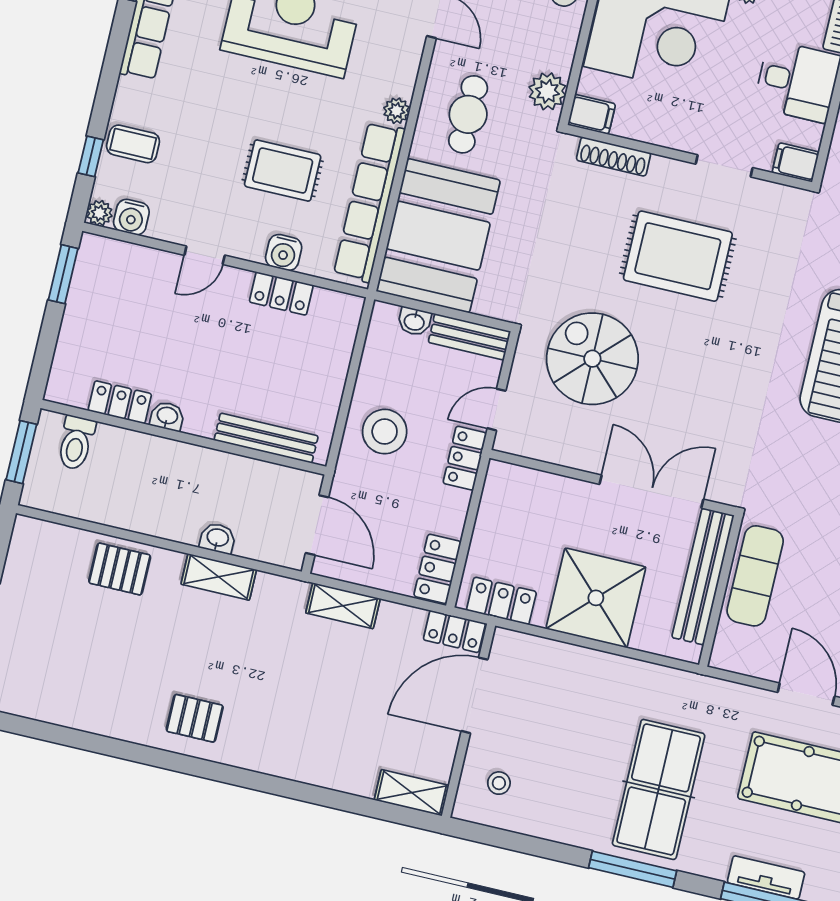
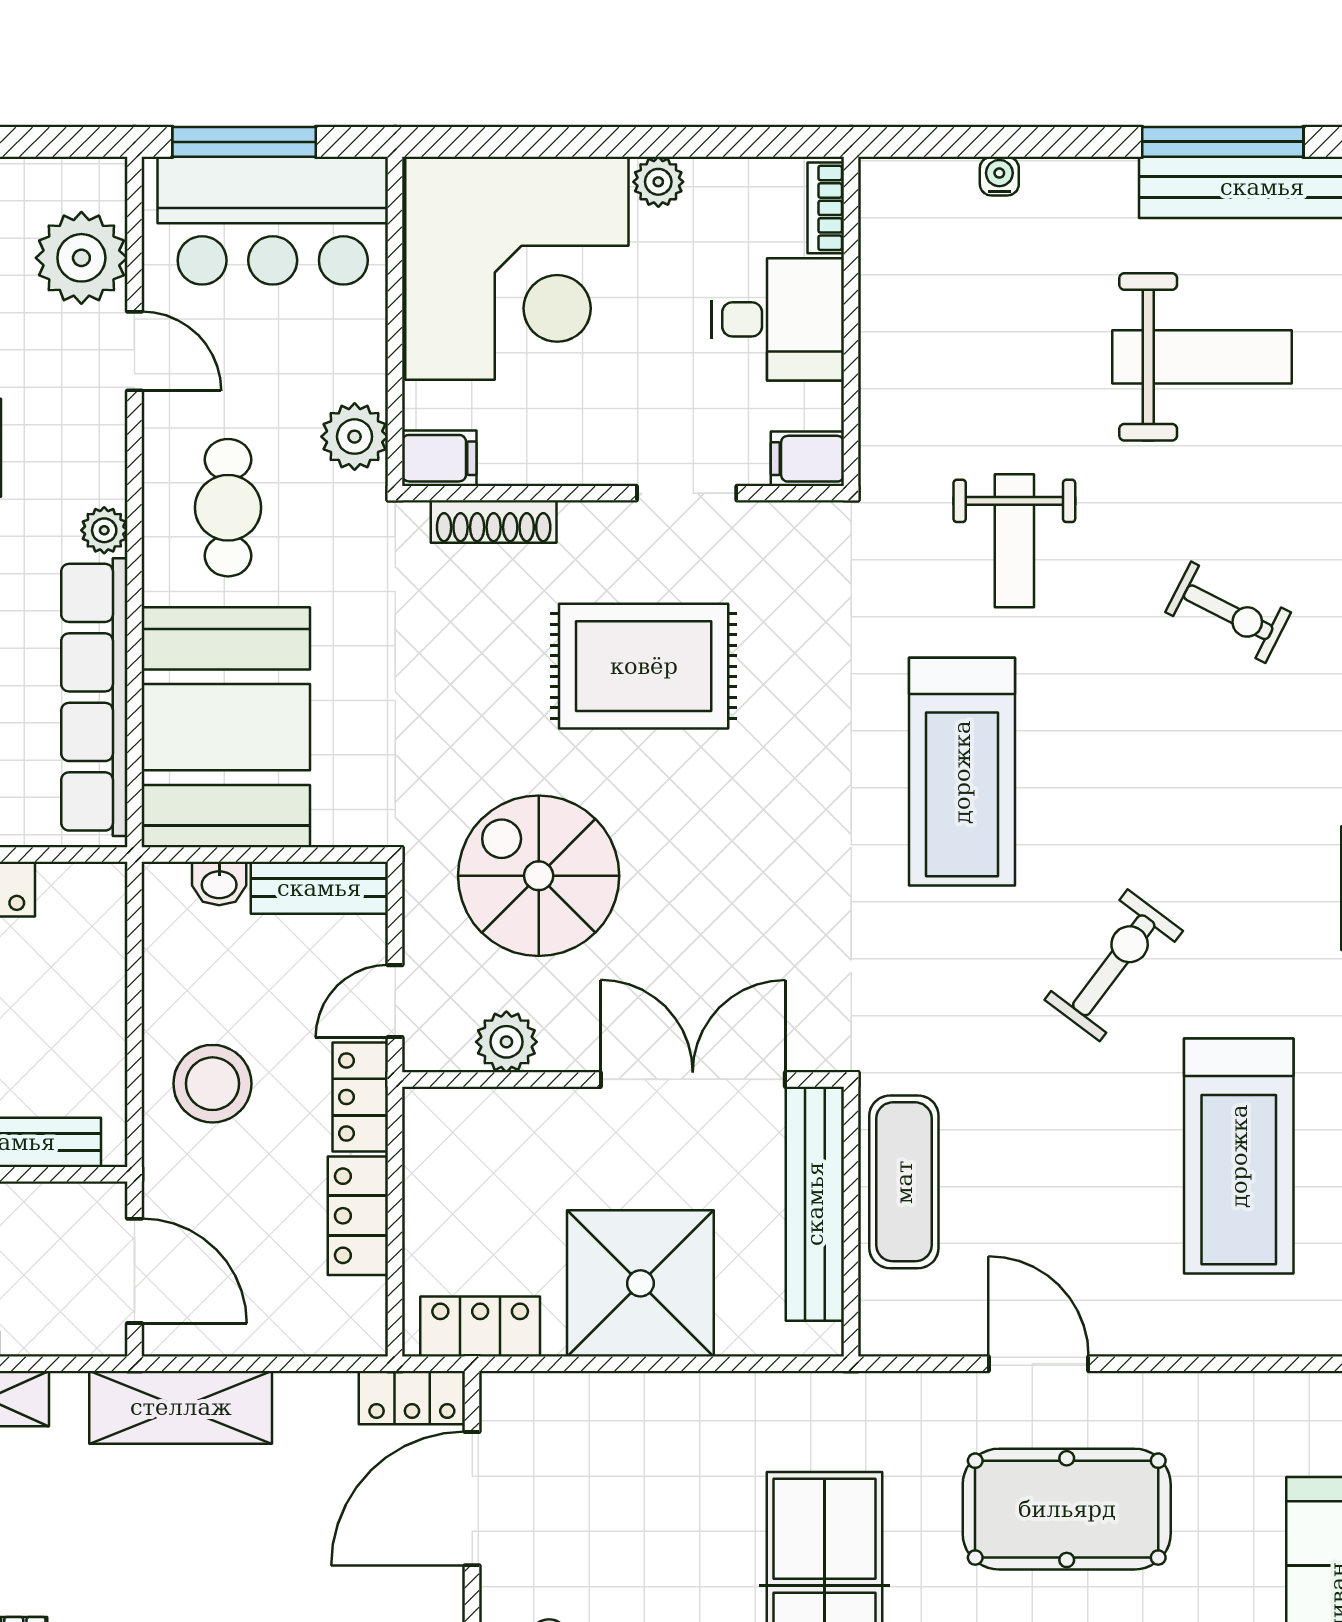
plant: (553, 447) -> (506, 1042), added
locker: (437, 569) -> (358, 1216), moved
shelving: (343, 606) -> (181, 1407), width x1.50, depth x1.33

